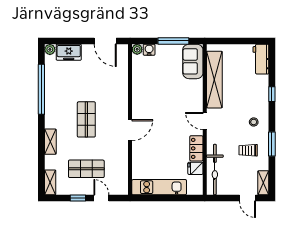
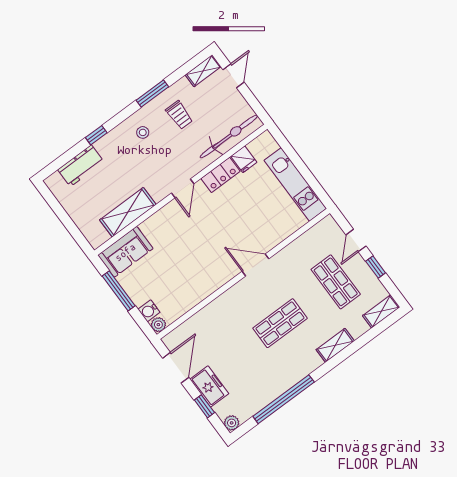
window: (71, 41) -> (204, 406), added
freezer: (69, 52) -> (209, 386), moved
workbench: (261, 59) -> (81, 166), moved
shelving: (214, 80) -> (128, 212), width x0.68

